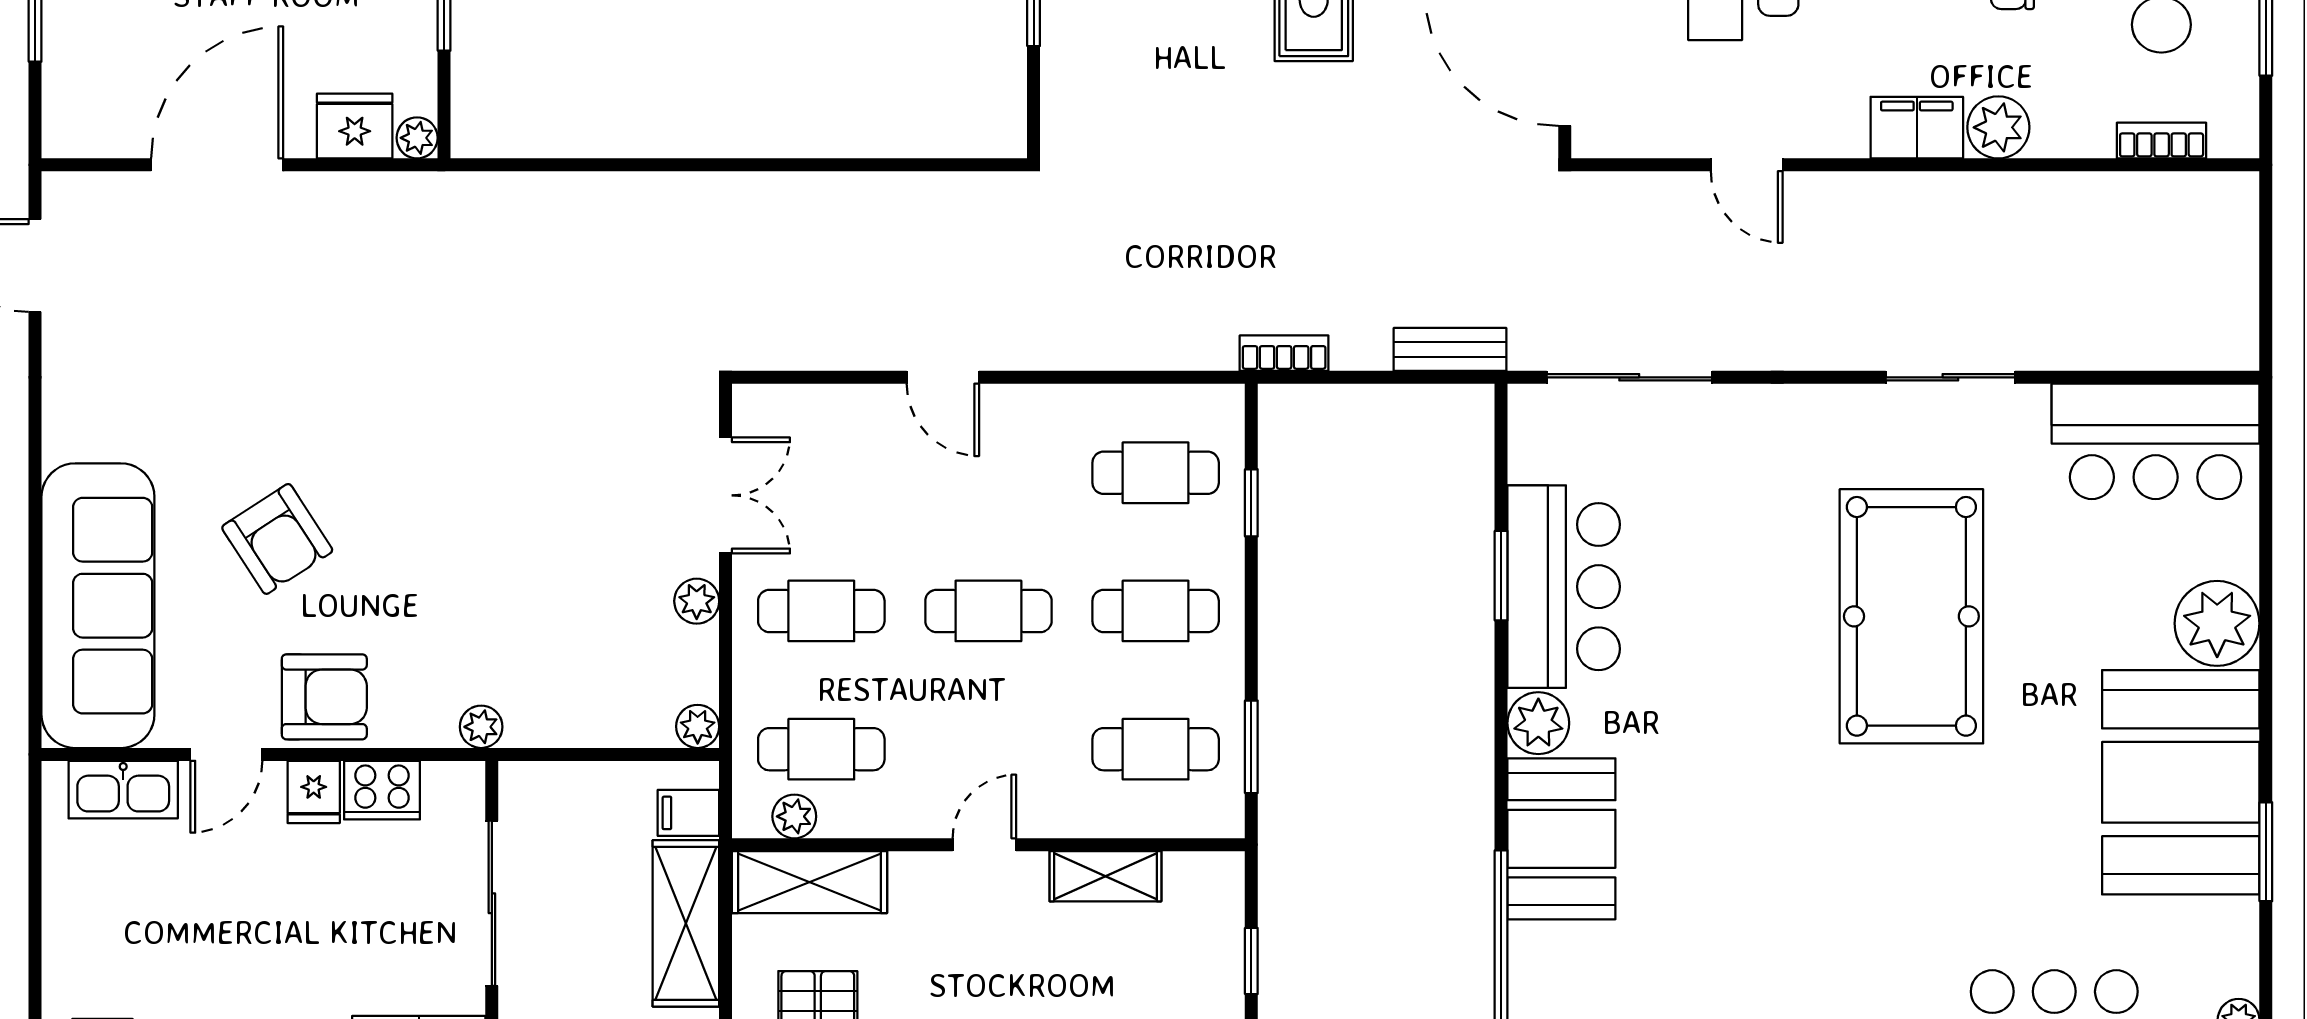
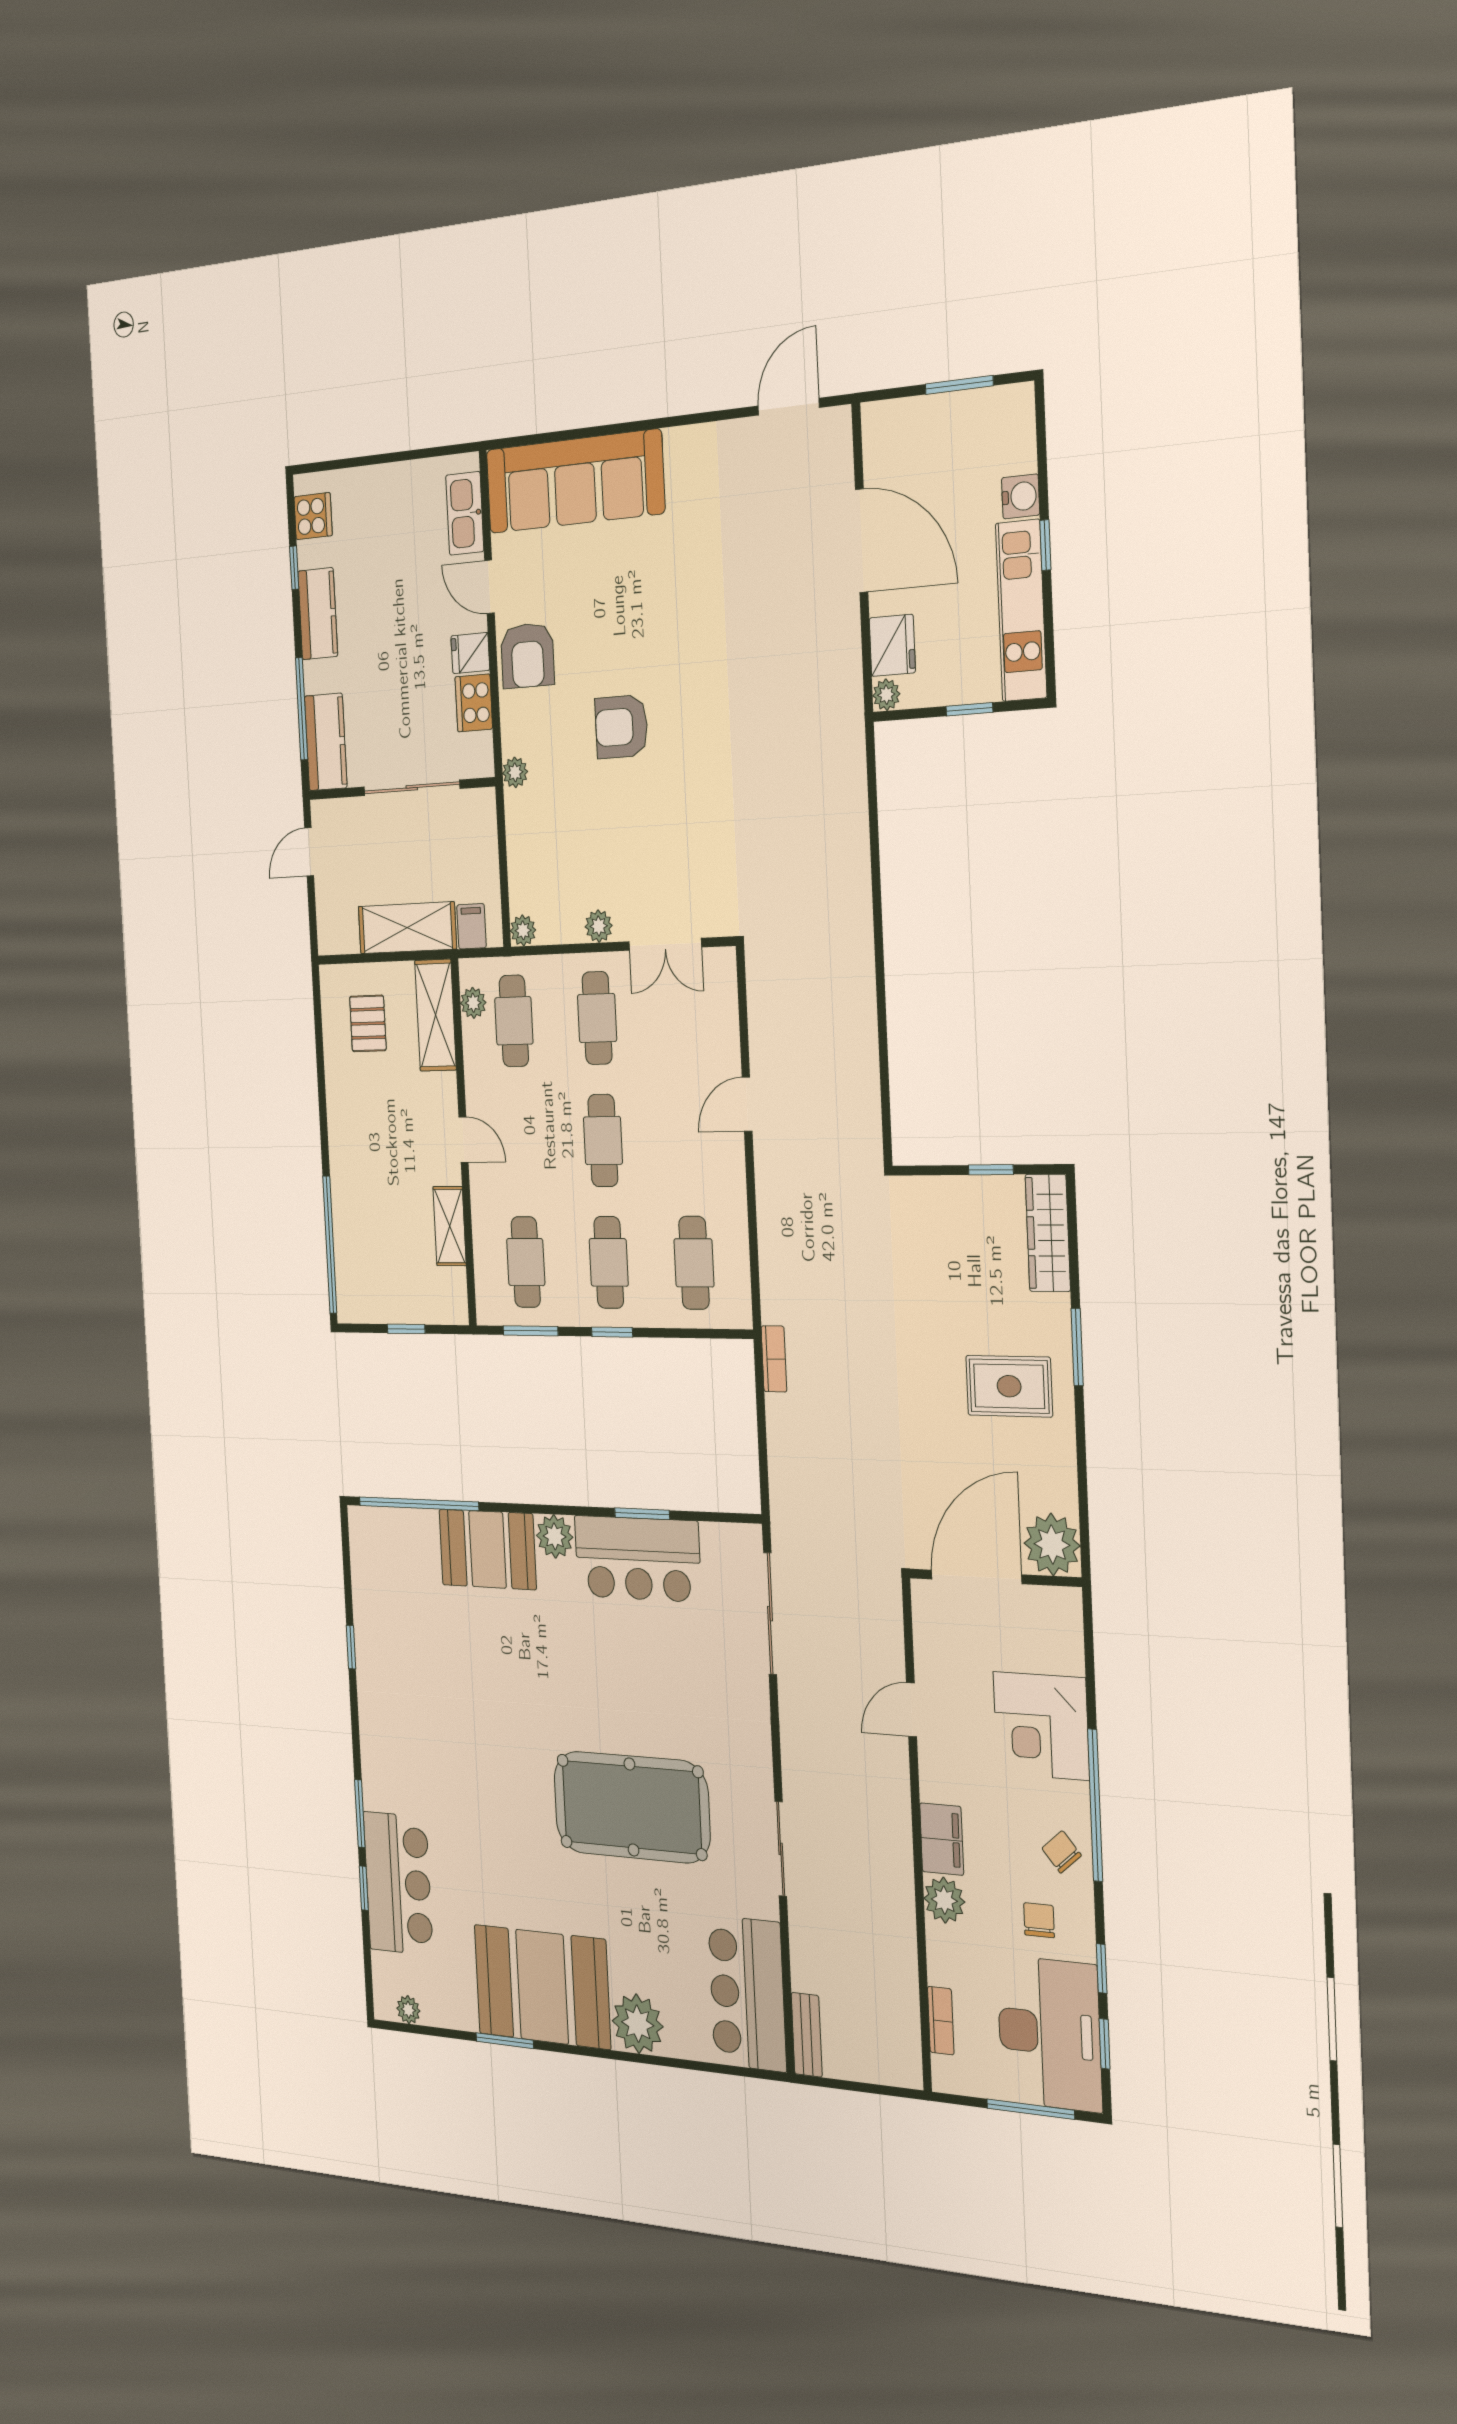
bench: (1450, 349) -> (807, 2035), moved
window: (1251, 503) -> (612, 1332), moved
armchair: (277, 539) -> (621, 727), moved, turned 33

